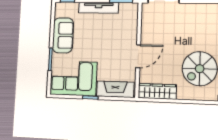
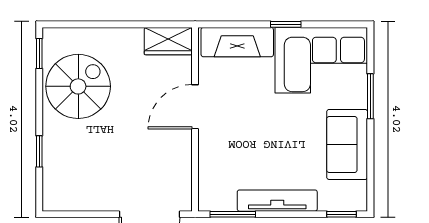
wardrobe: (157, 91) -> (168, 41), width x0.67

